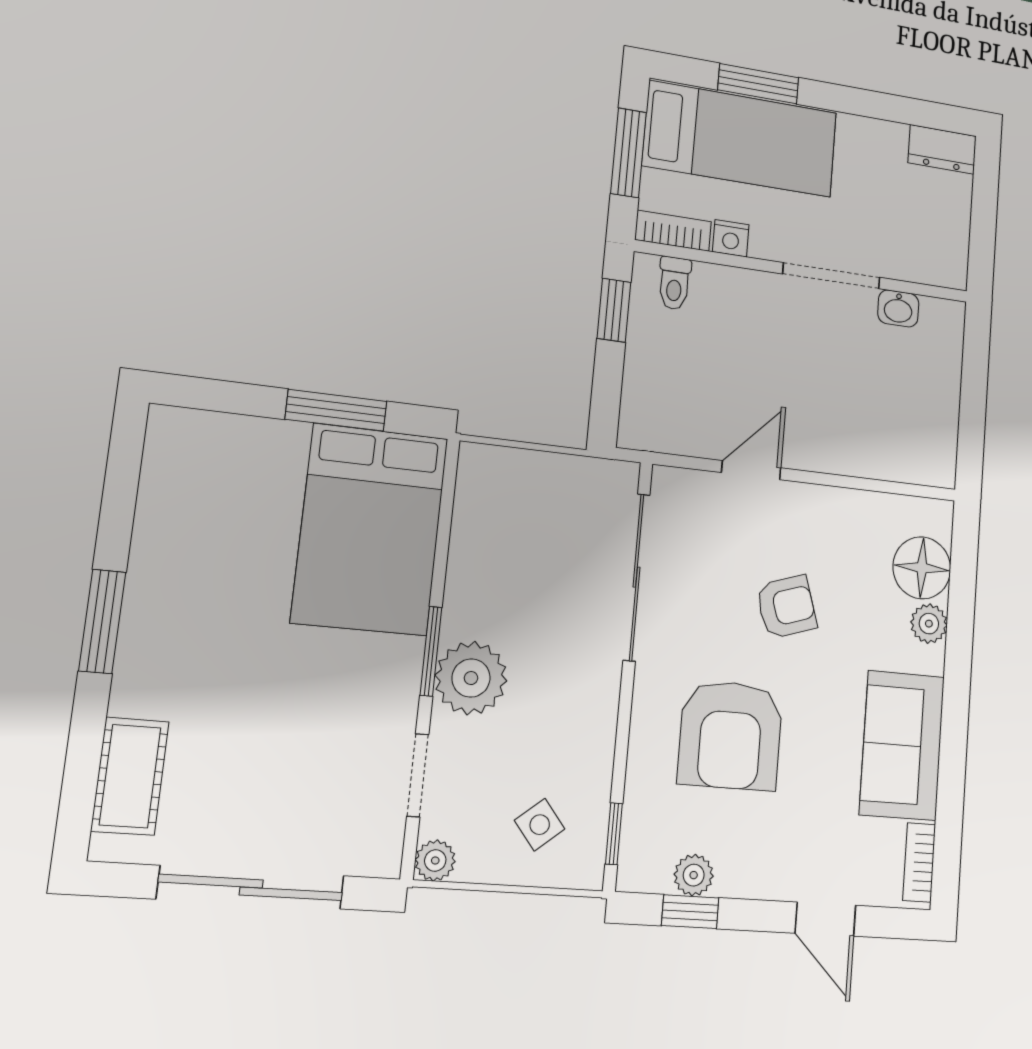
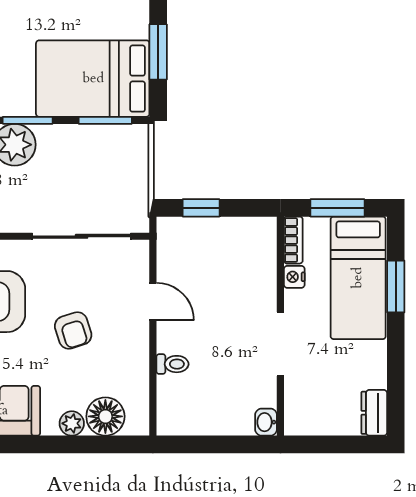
toilet: (674, 283) -> (172, 364), moved, turned 180
washbasin: (898, 308) -> (266, 422), moved
window: (614, 310) -> (201, 208), moved
window: (445, 516) -> (105, 120), added

